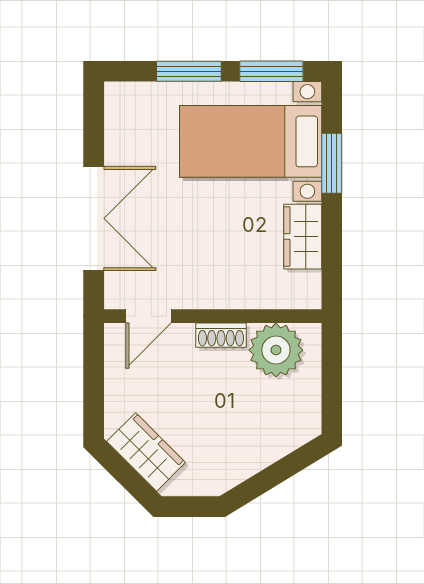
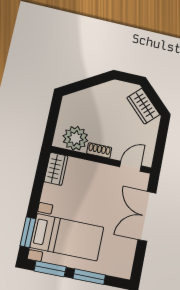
window: (332, 163) -> (28, 232), moved
wardrobe: (303, 237) -> (56, 169), moved

